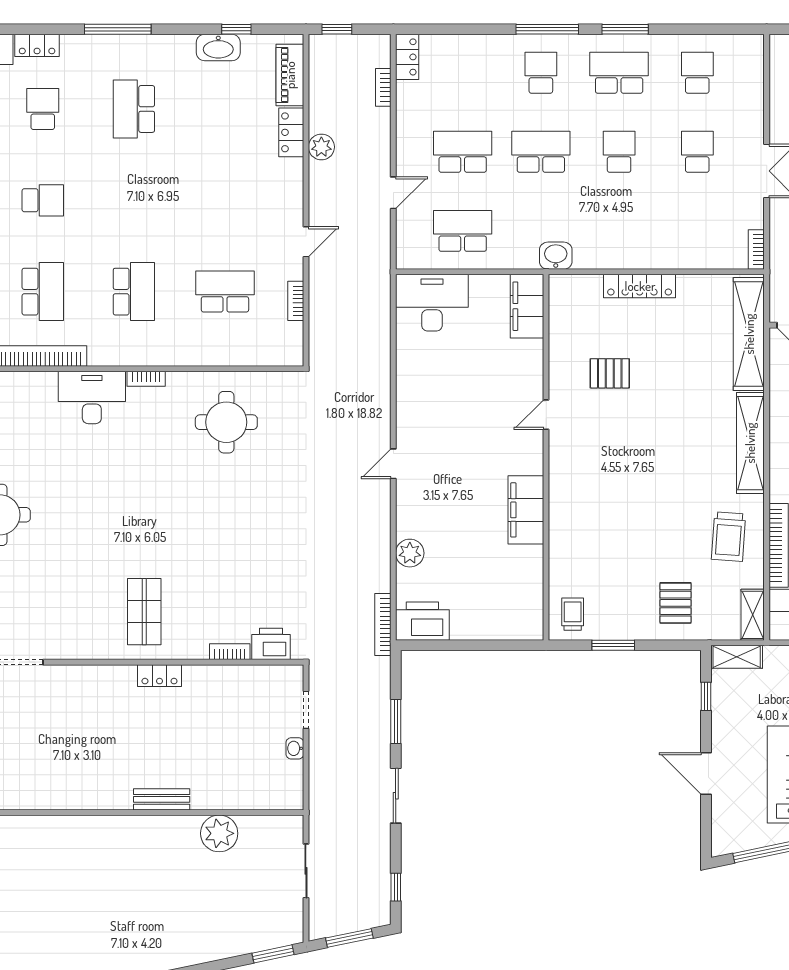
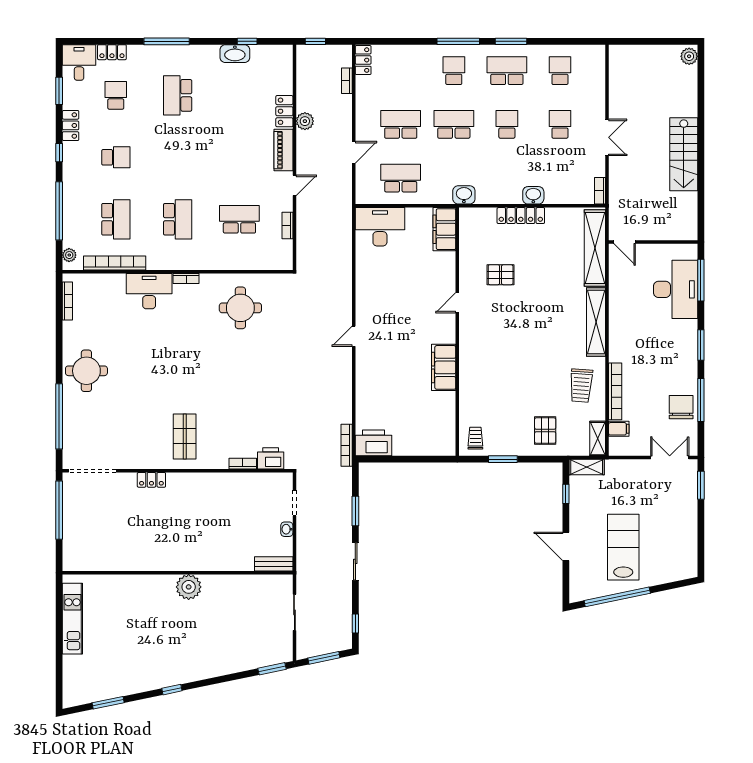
piano: (290, 75) -> (283, 150), moved
washbasin: (658, 256) -> (533, 195), added
plant: (410, 553) -> (365, 397), removed
locker: (159, 676) -> (151, 480), moved
bench: (162, 799) -> (274, 564), moved
plant: (219, 833) -> (189, 587), moved

